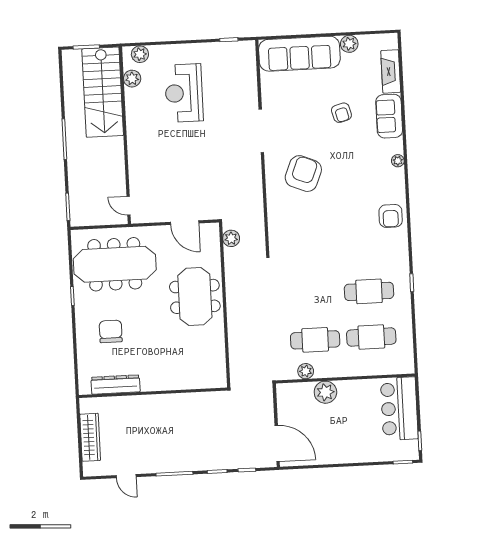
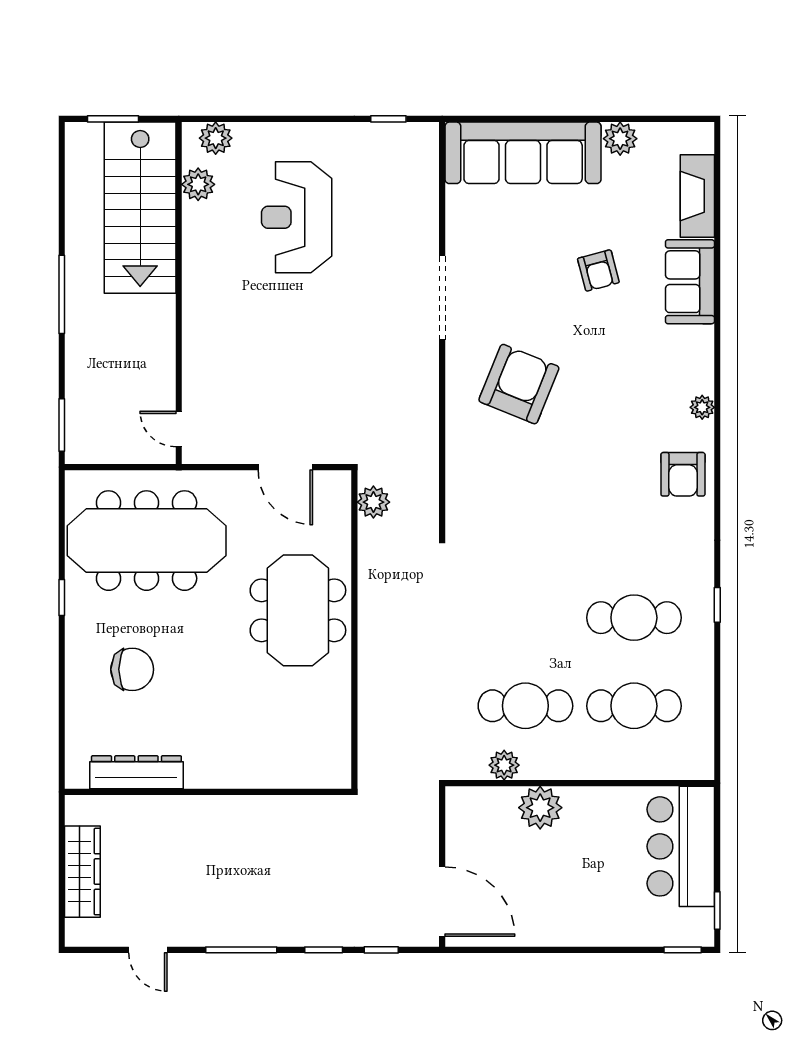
plant: (398, 161) -> (702, 407), moved
chair: (111, 331) -> (132, 669), turned 90

